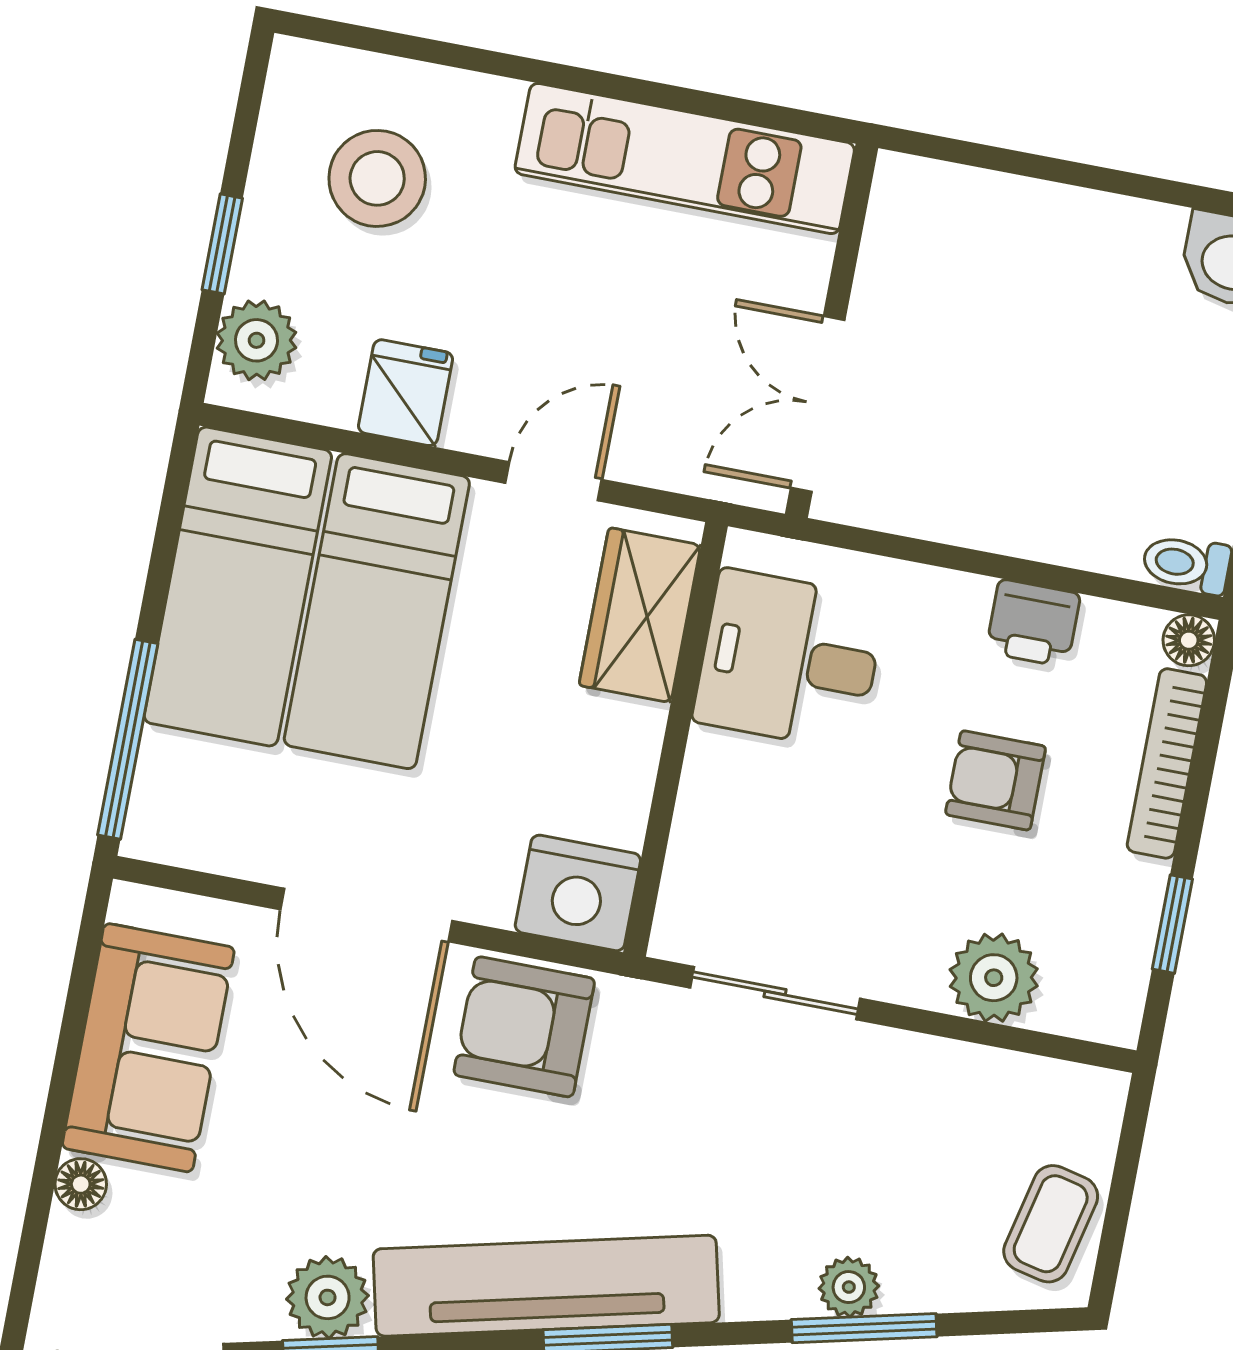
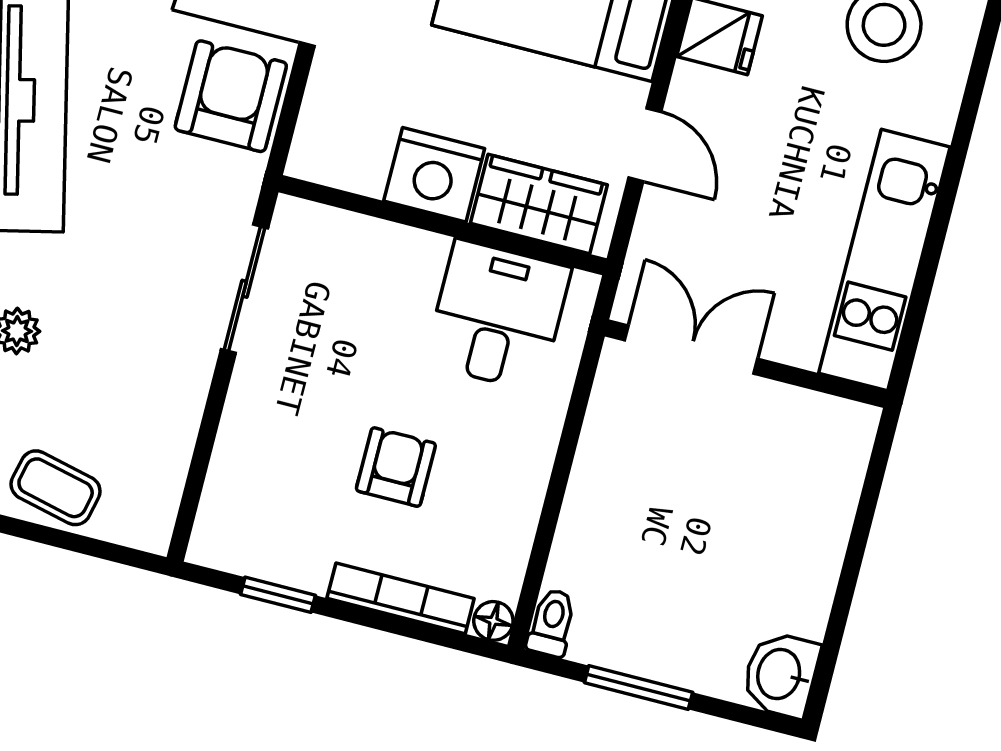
printer: (1033, 623) -> (514, 503), removed
nightstand: (578, 893) -> (434, 175), moved, turned -90
plant: (994, 978) -> (246, 456), removed

